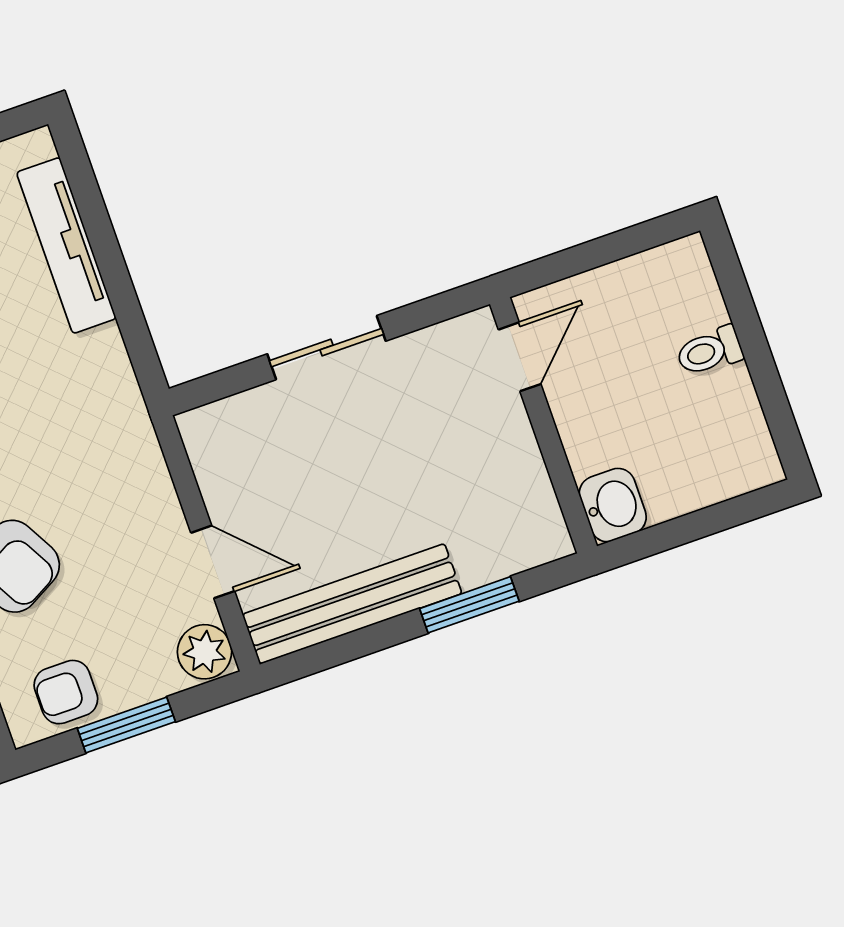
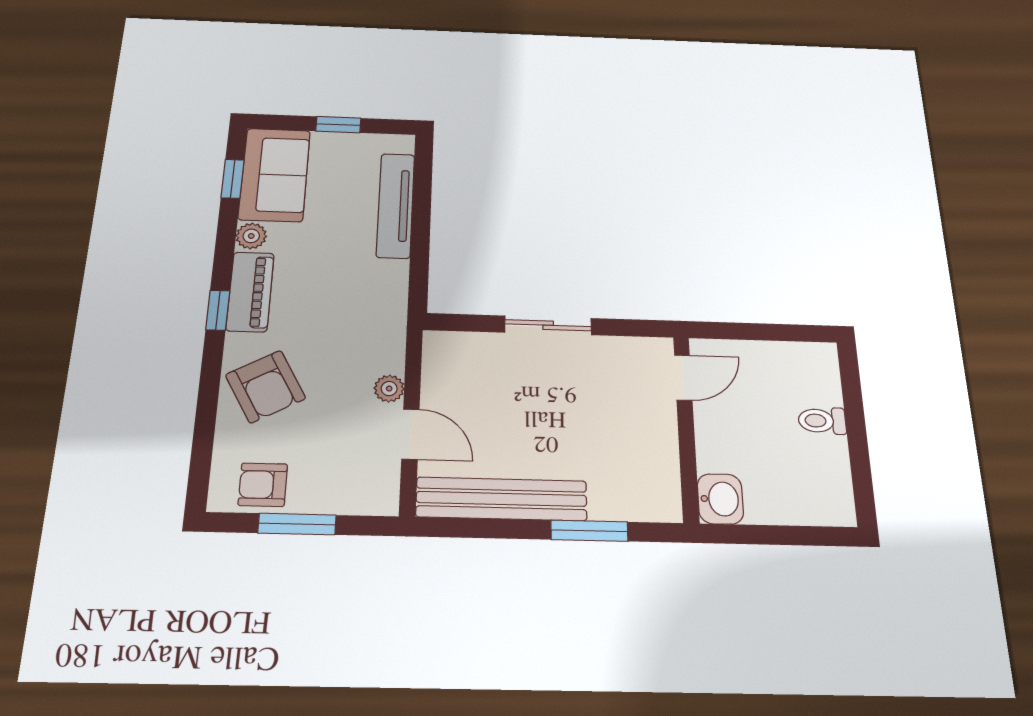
plant: (205, 652) -> (389, 389), moved, width x0.73, depth x0.73

